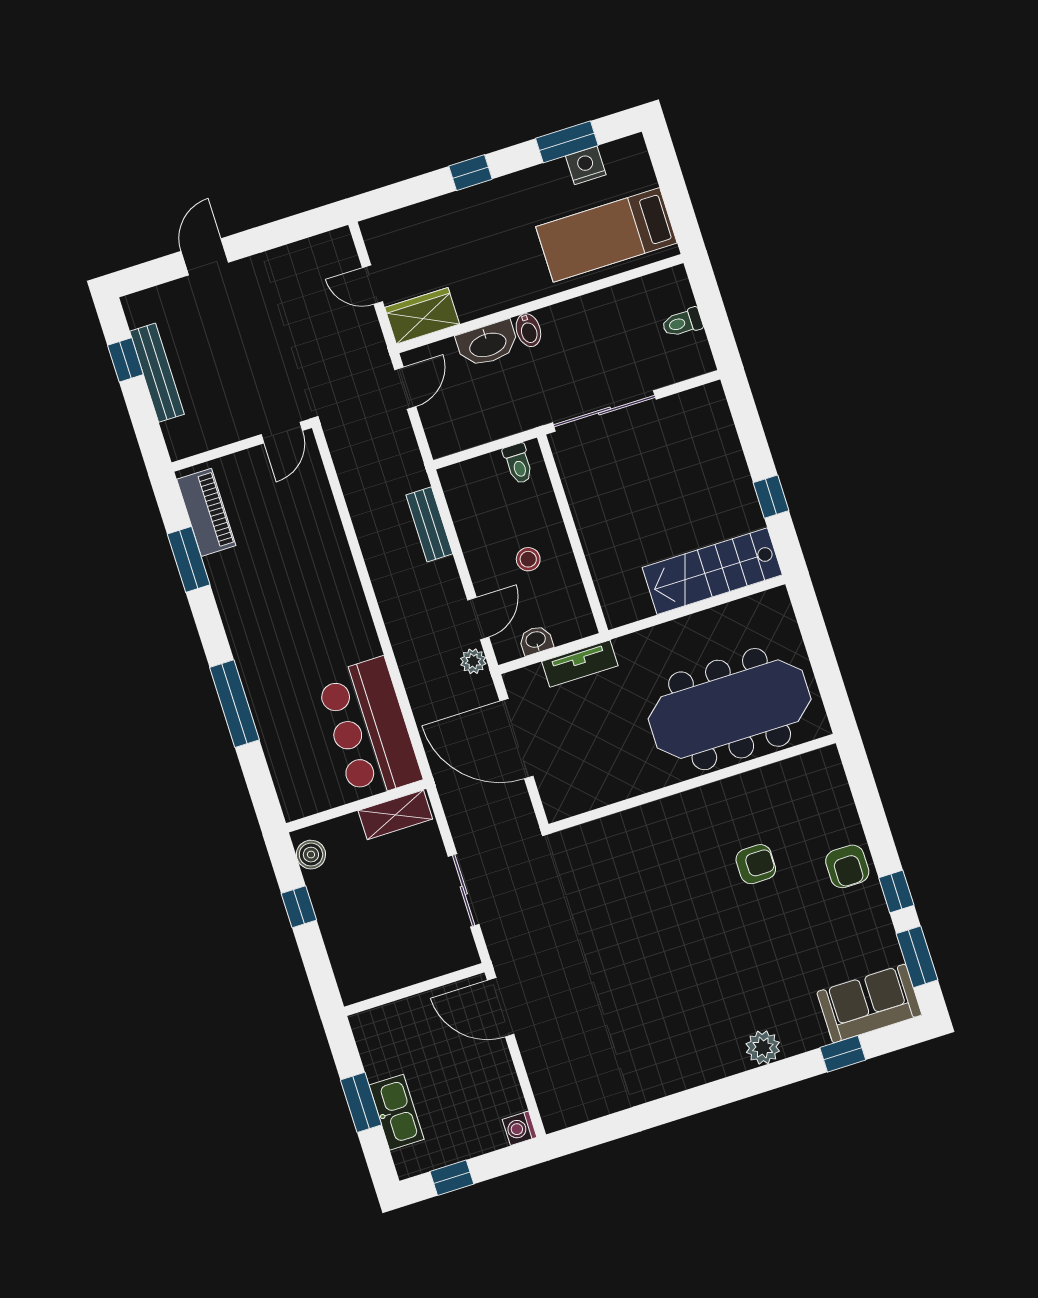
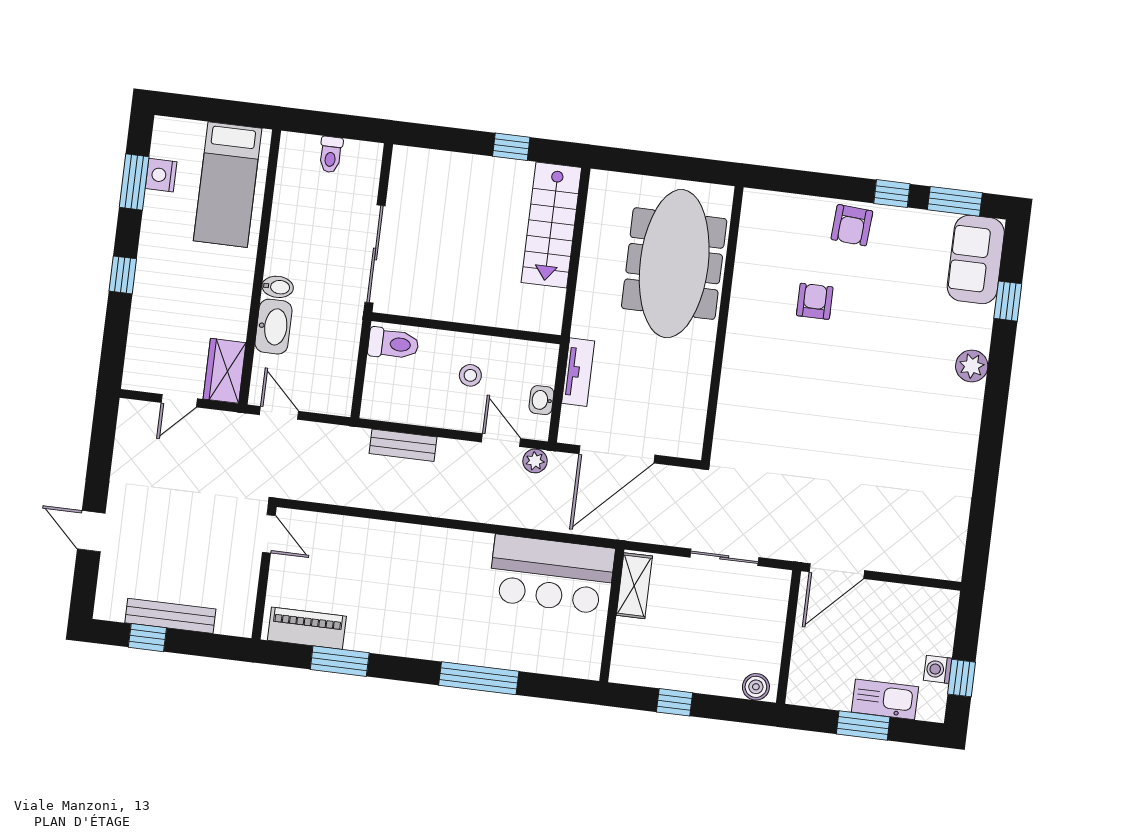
toilet: (518, 464) -> (393, 344), width x1.37, depth x1.39
boiler: (311, 855) -> (756, 687), moved
armchair: (847, 866) -> (852, 225), turned 94
washing machine: (520, 1128) -> (938, 669), moved, turned 90

